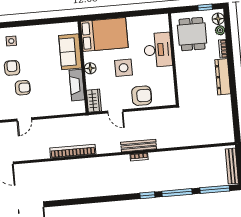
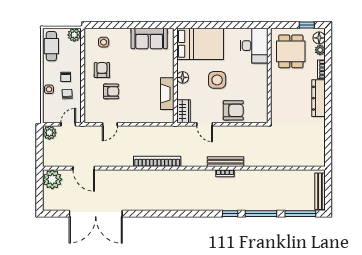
desk: (158, 50) -> (254, 46), moved
sofa: (70, 52) -> (149, 38), moved, turned -90

